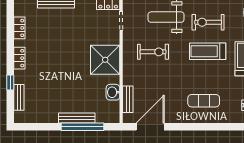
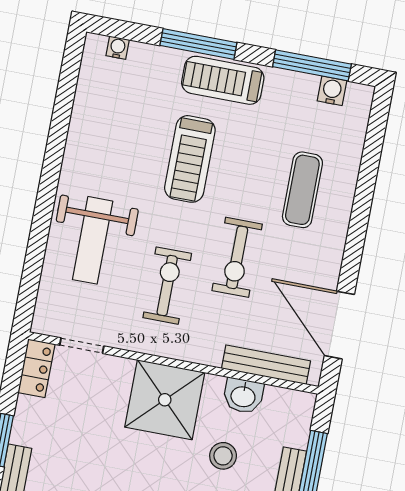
exercise bike: (208, 22) -> (237, 257), moved
stool: (86, 89) -> (223, 456), added
bench: (128, 99) -> (266, 365), width x1.36

